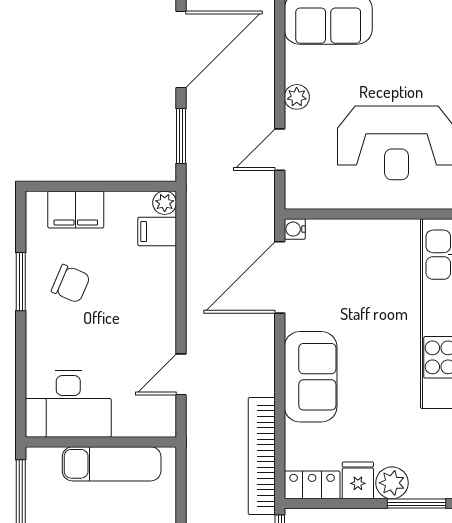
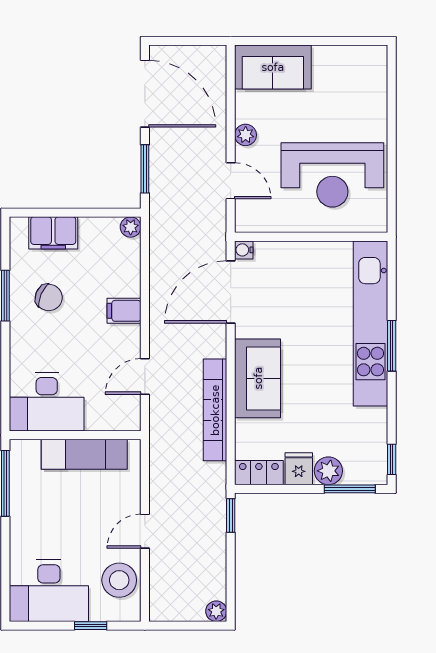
door: (181, 49) -> (145, 94), hinge flipped
door: (280, 150) -> (231, 181), swing flipped
filing cabinet: (157, 232) -> (124, 311), moved
bookcase: (262, 456) -> (215, 410), moved

